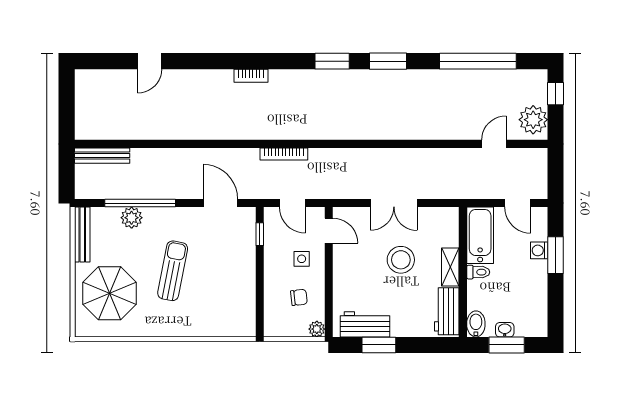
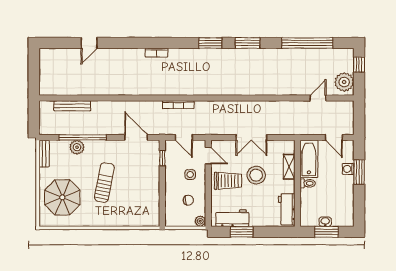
bench: (102, 156) -> (72, 106), moved
bench: (82, 235) -> (44, 153), width x0.73
shelving: (450, 267) -> (289, 167), moved
trolley: (359, 268) -> (228, 181), added
bidet: (476, 324) -> (306, 218), removed

